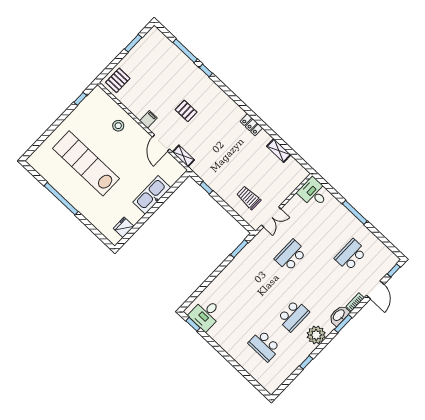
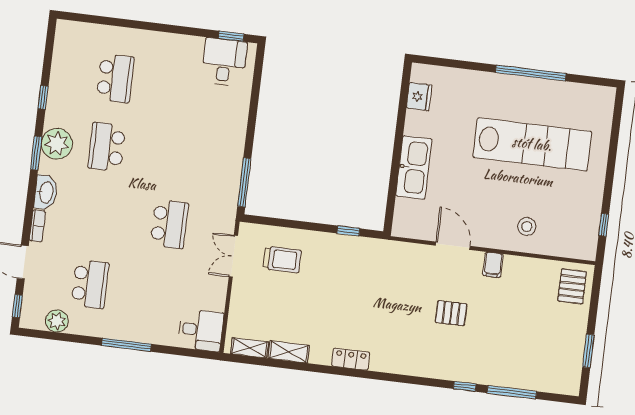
shelving: (183, 156) -> (249, 348), moved
window: (239, 249) -> (244, 182), width x1.44
plant: (380, 249) -> (57, 321), added
window: (343, 324) -> (36, 153), moved
school desk: (264, 346) -> (115, 78), turned 90

